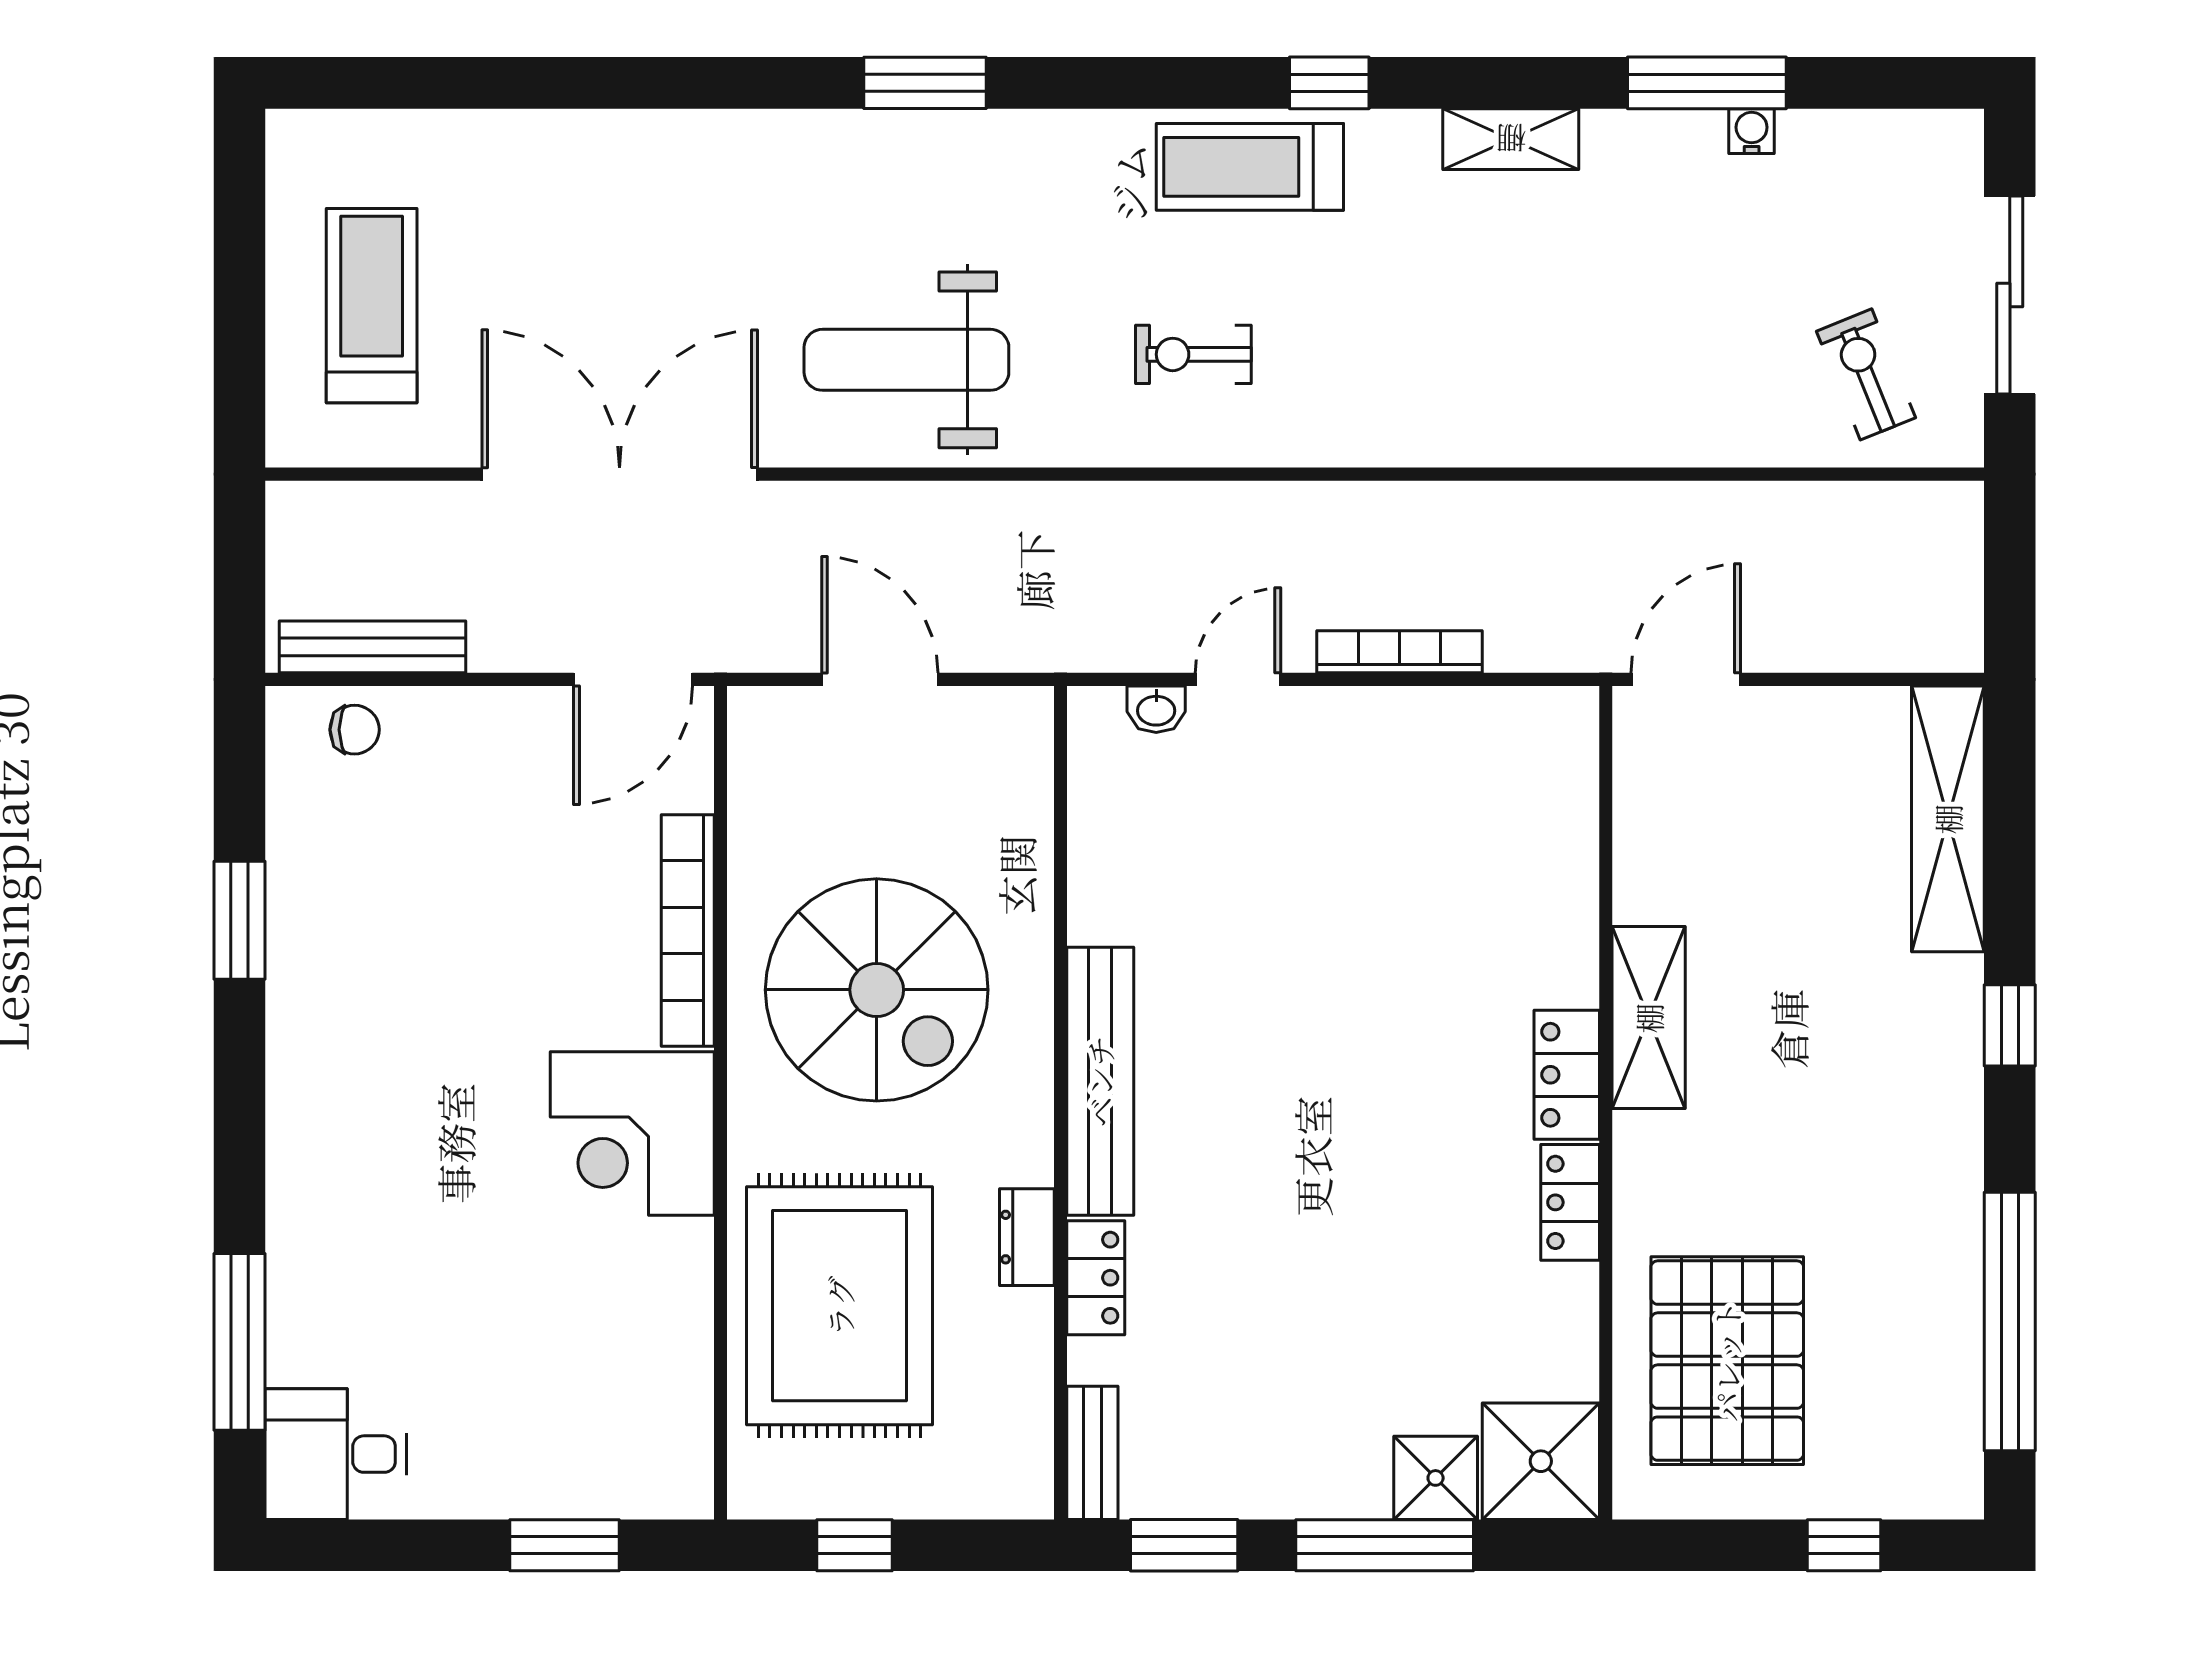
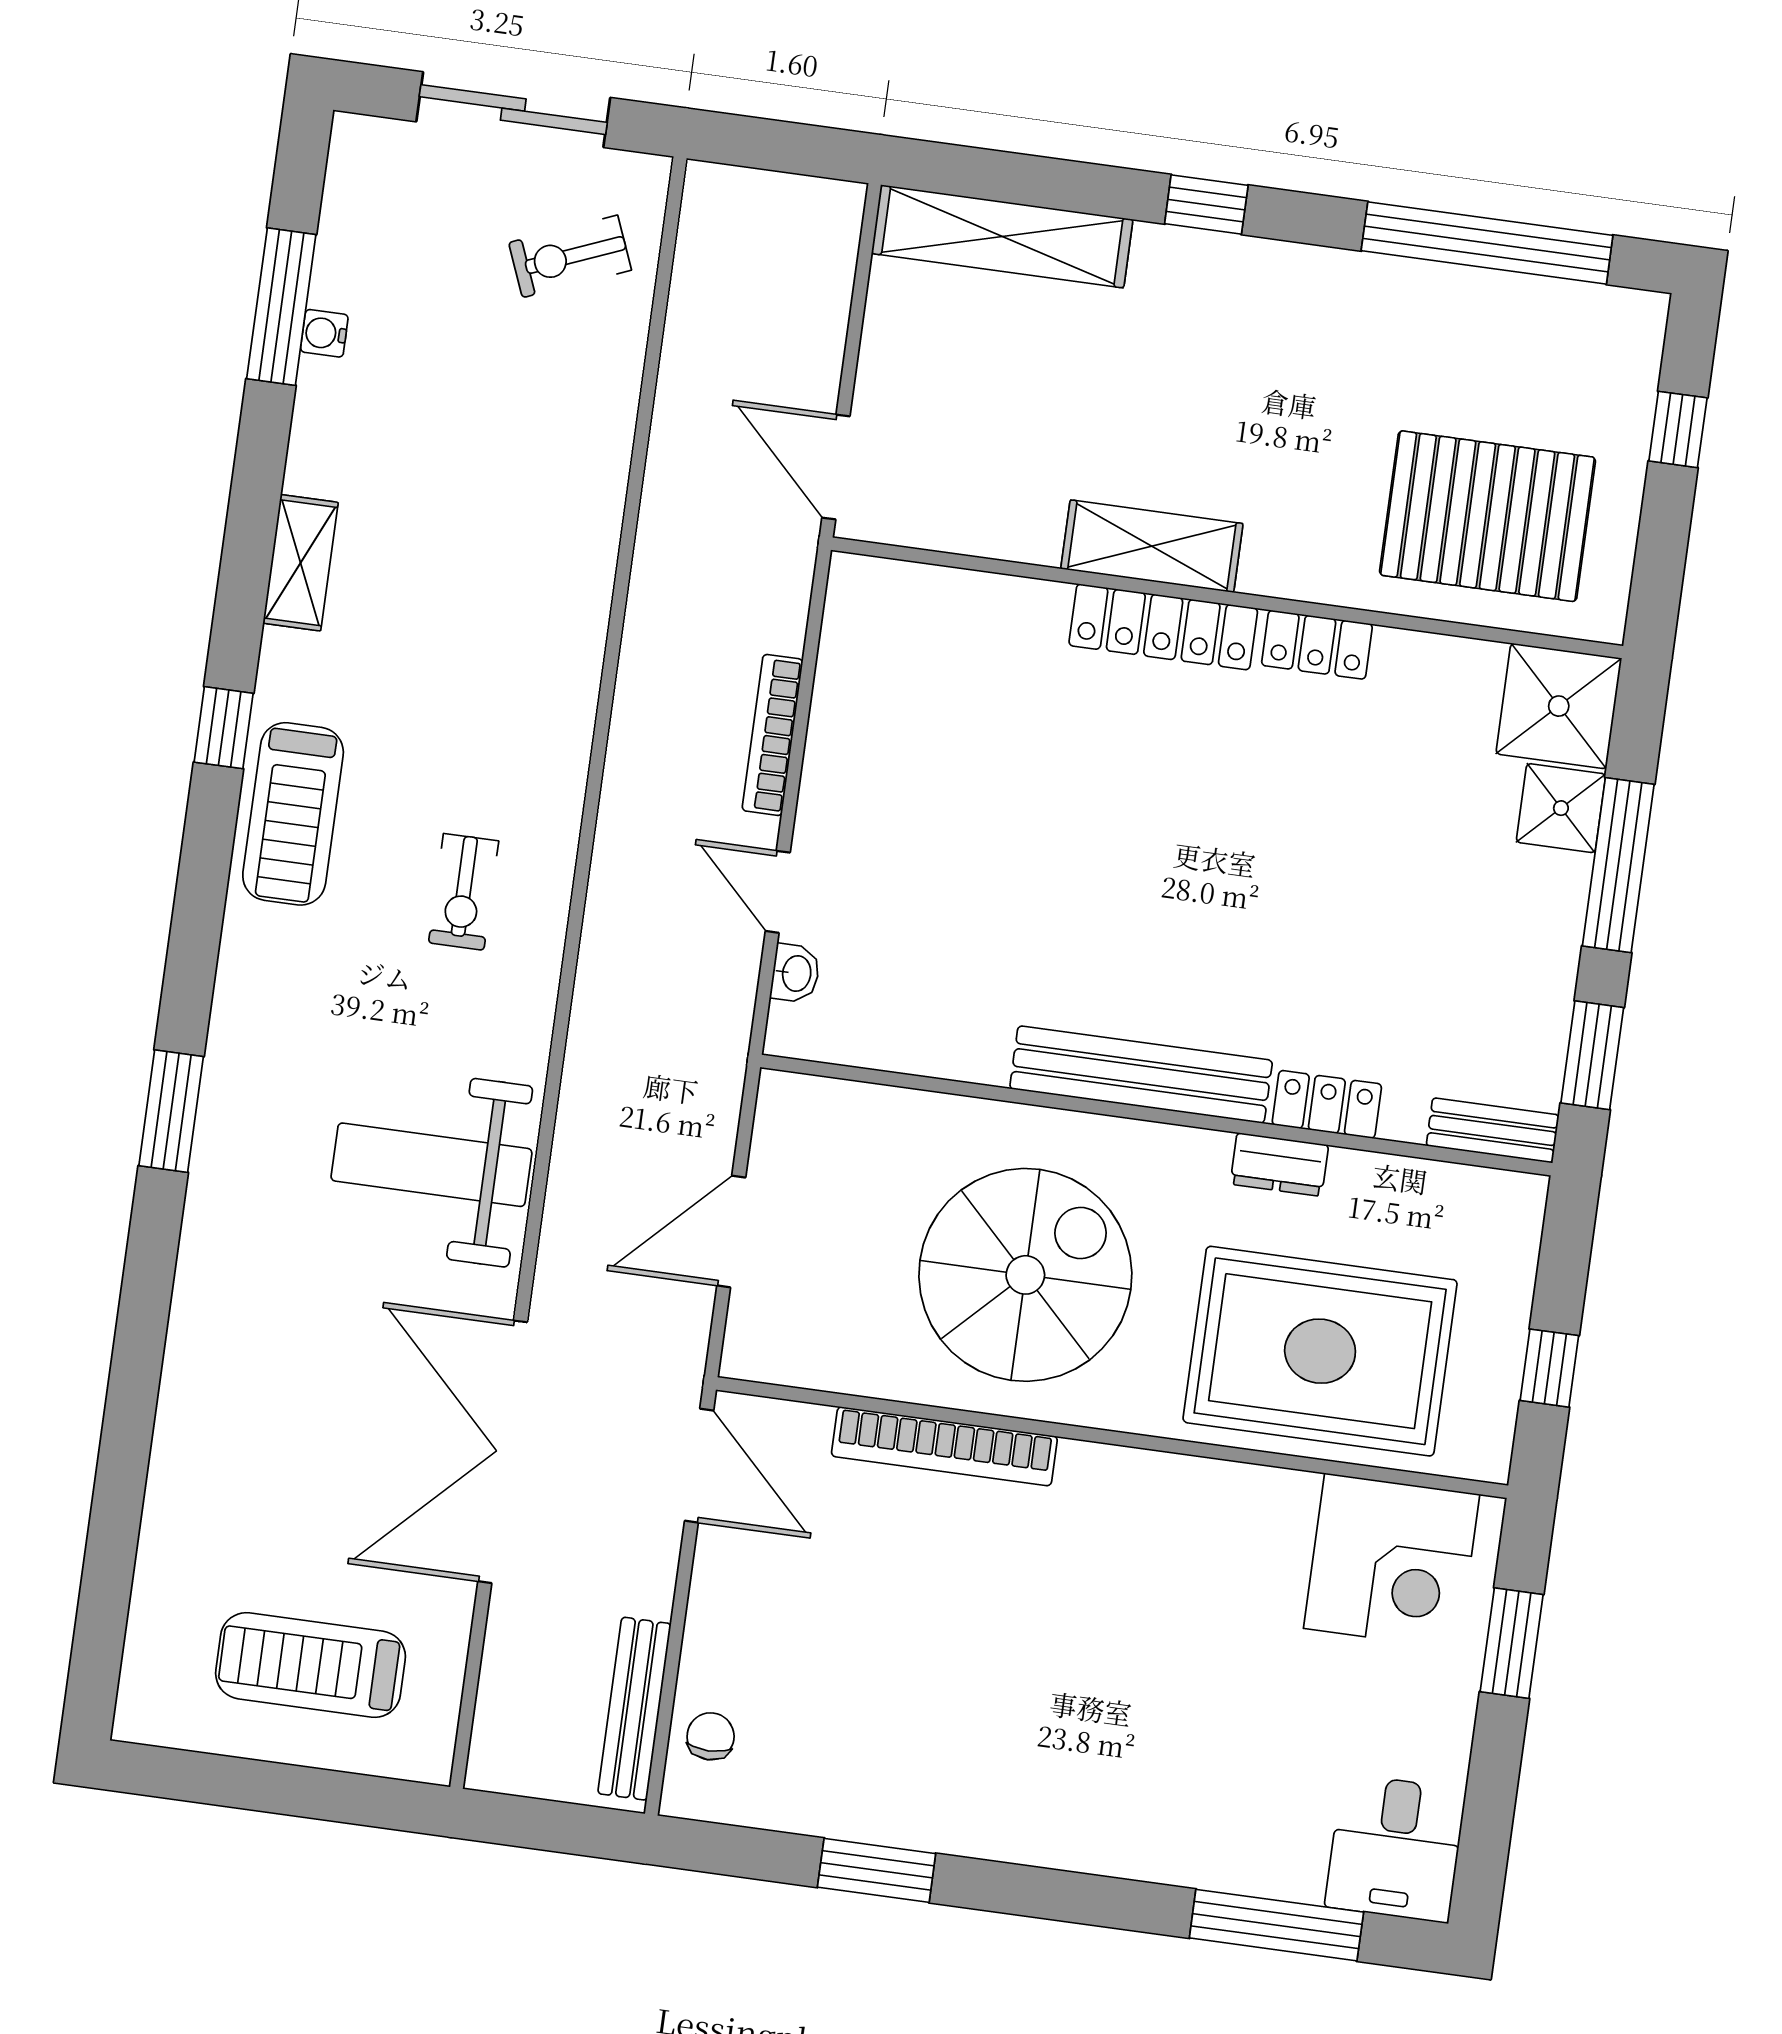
window: (1707, 83) -> (281, 307), moved
weight bench: (906, 360) -> (431, 1165), turned 90
locker: (1567, 1075) -> (1163, 627), width x1.53
corner desk: (632, 1133) -> (1392, 1561), moved

